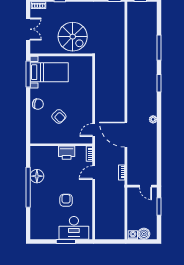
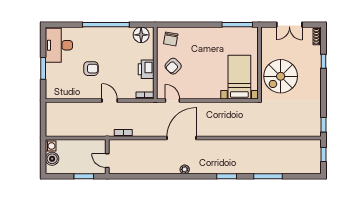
bed with nightstands: (49, 72) -> (239, 77), moved, turned 180
chair: (38, 104) -> (171, 39), moved
armchair: (59, 116) -> (173, 66), moved
door: (126, 135) -> (182, 138), moved
door: (94, 173) -> (110, 100), moved
floor lamp: (37, 176) -> (141, 35), moved
door: (145, 186) -> (107, 161), hinge flipped
desk: (74, 228) -> (59, 45), moved

